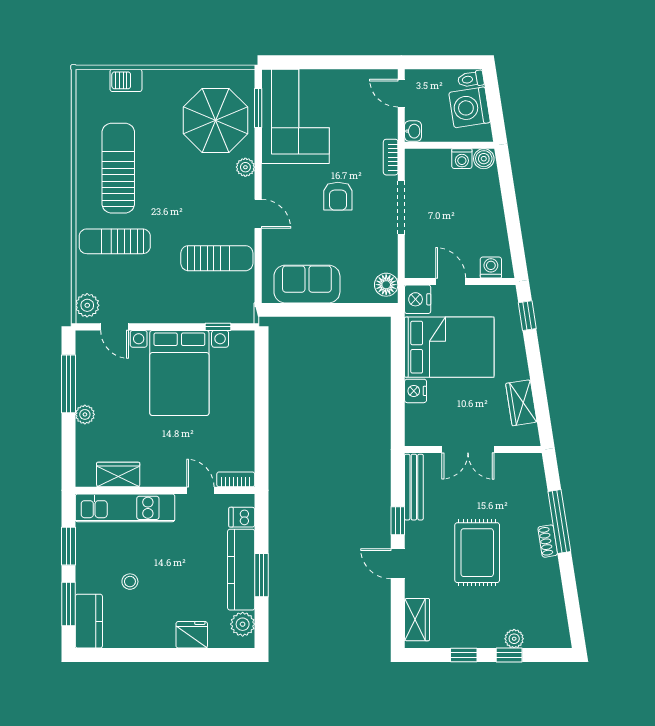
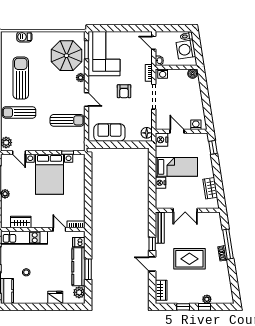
washing machine: (462, 159) -> (163, 74), moved
bed: (449, 347) -> (176, 167), width x0.67
rug: (477, 553) -> (189, 259), turned 90

